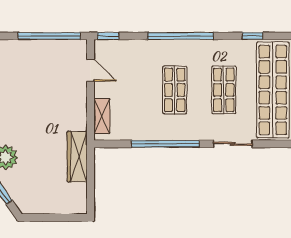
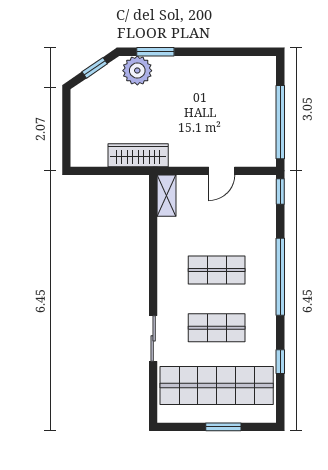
door: (91, 70) -> (222, 171), moved
shelving: (102, 116) -> (167, 196), moved, turned 90
window: (165, 144) -> (153, 259), removed

